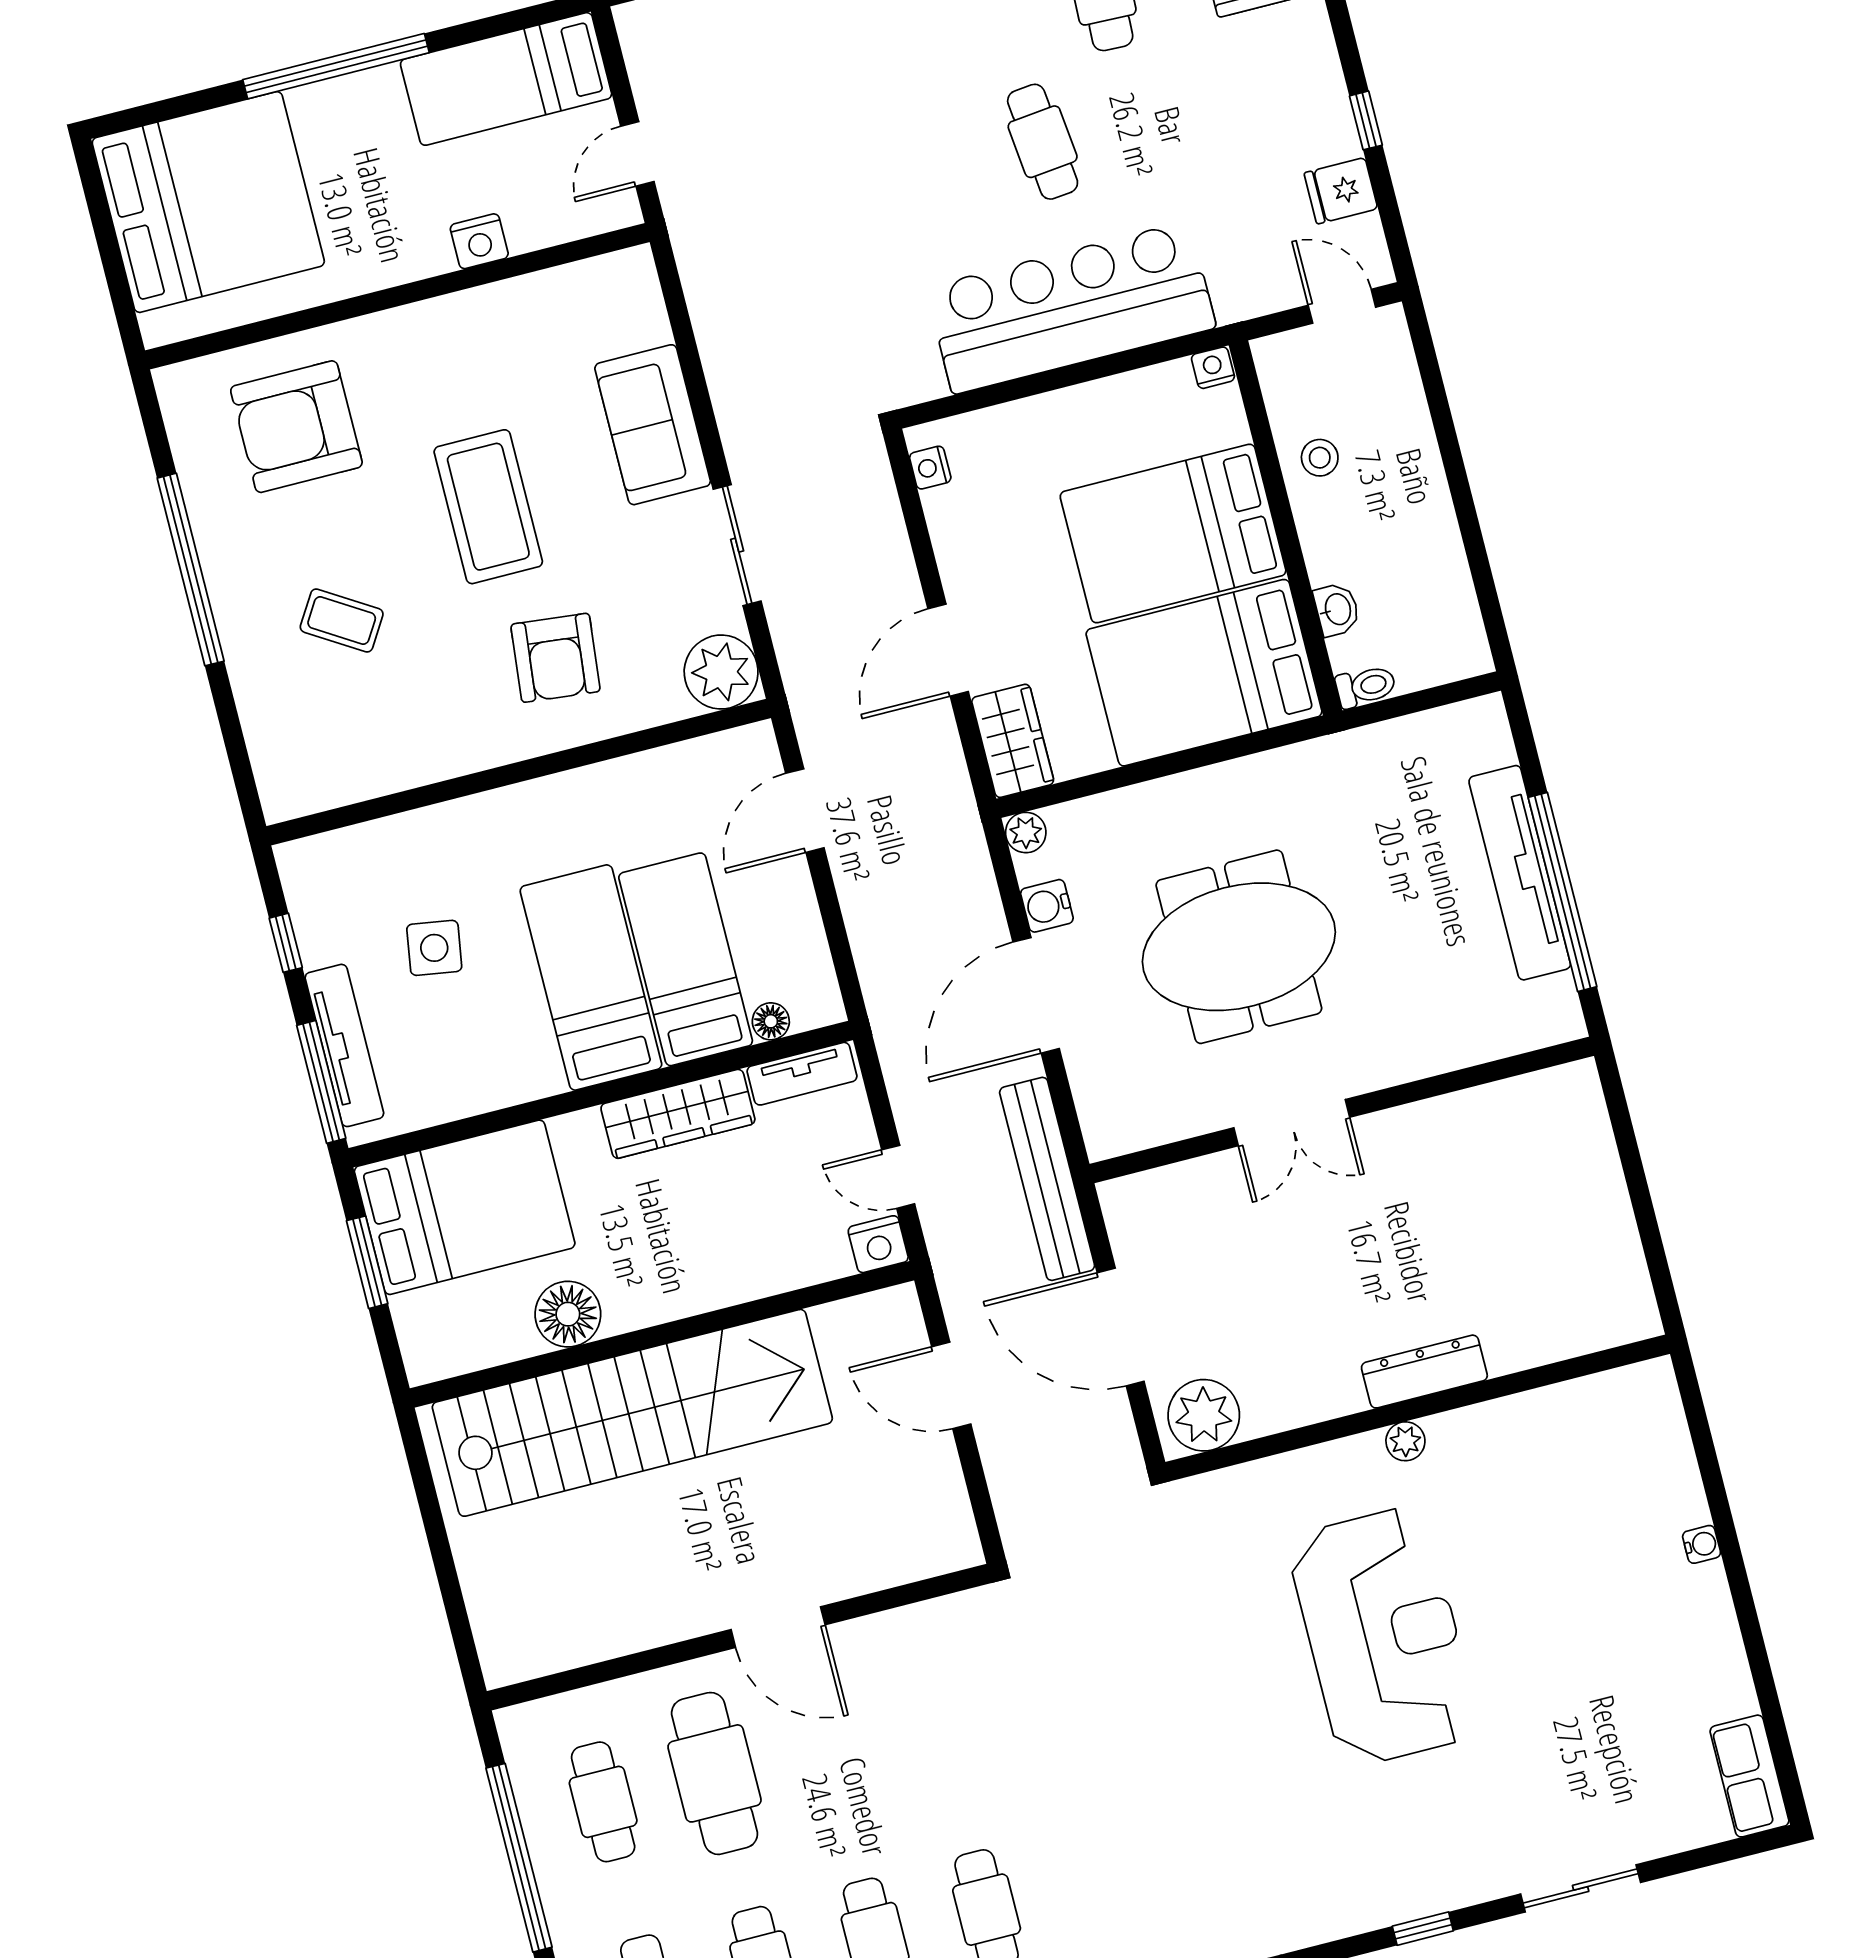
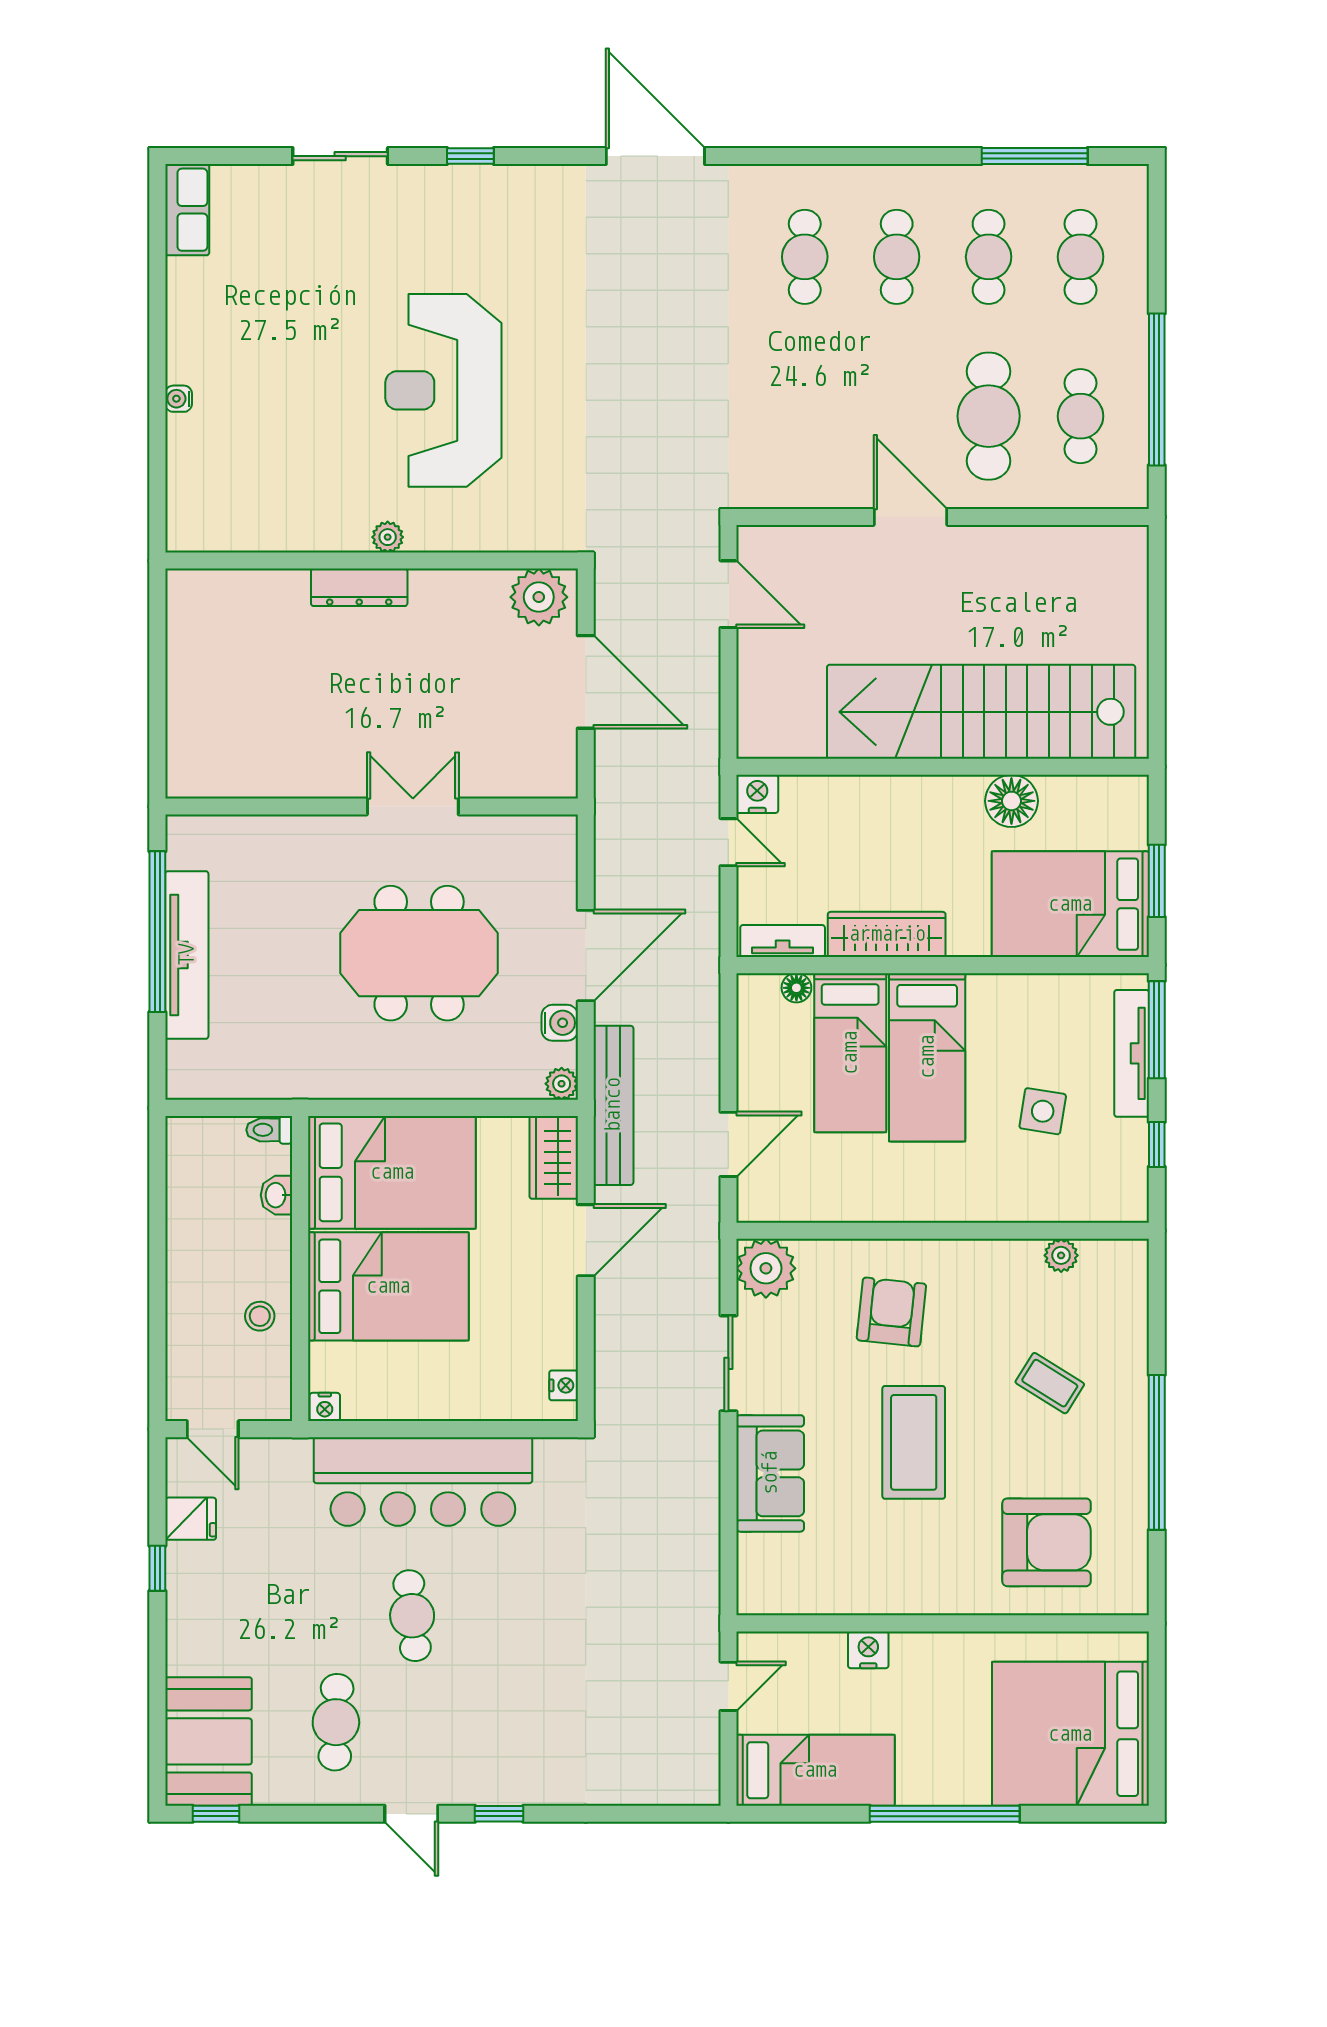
plant: (367, 779) -> (1061, 1255), added
bench: (1047, 1179) -> (613, 1105), moved
door: (951, 1385) -> (728, 594), moved

